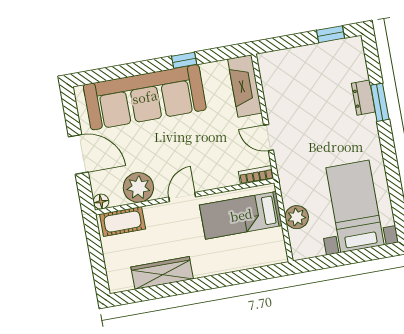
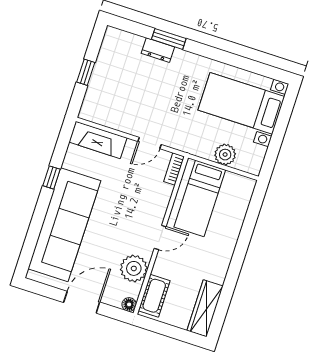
window: (330, 34) -> (86, 72), moved
door: (182, 197) -> (160, 238), swing flipped
wardrobe: (162, 273) -> (205, 308), moved

